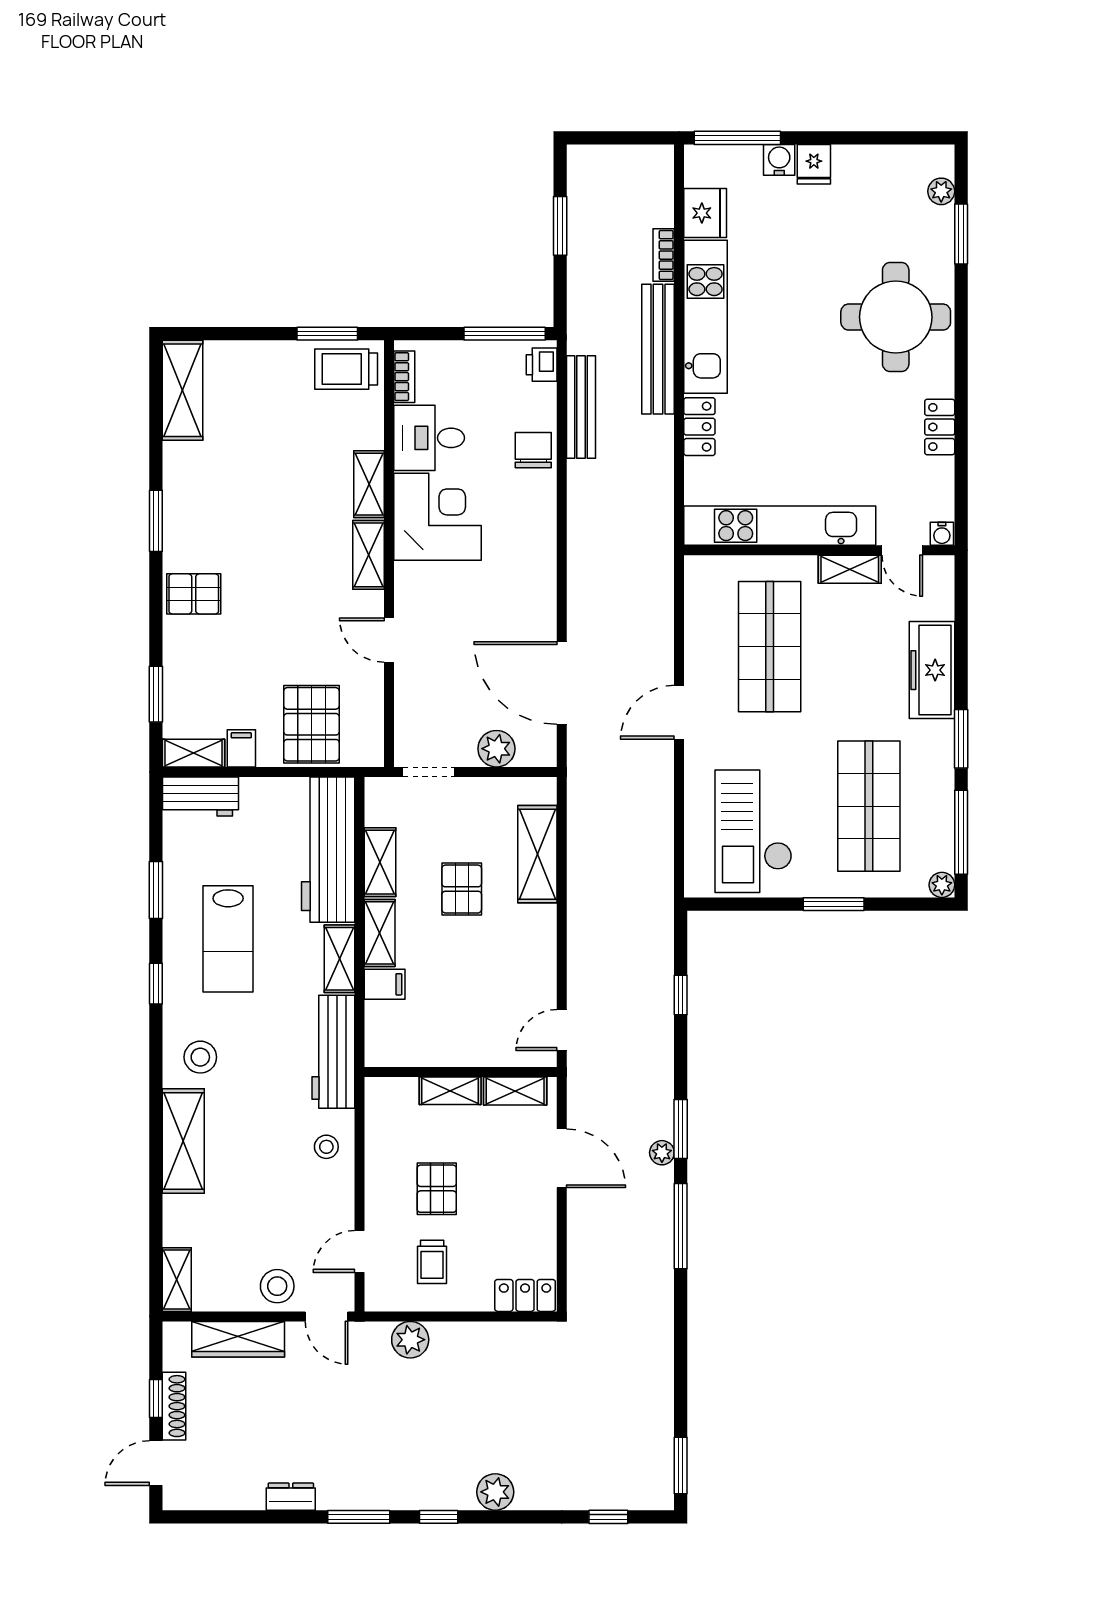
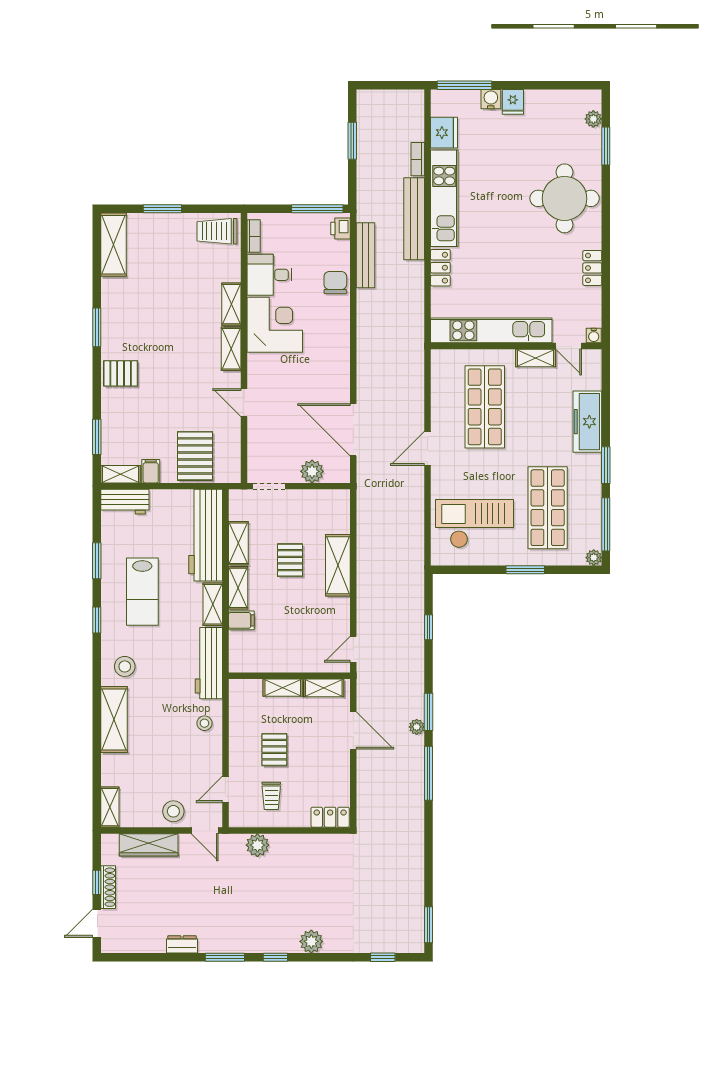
window: (327, 334) -> (162, 209), moved
checkout: (753, 831) -> (475, 524), turned 90
shelving: (537, 854) -> (338, 565), moved

